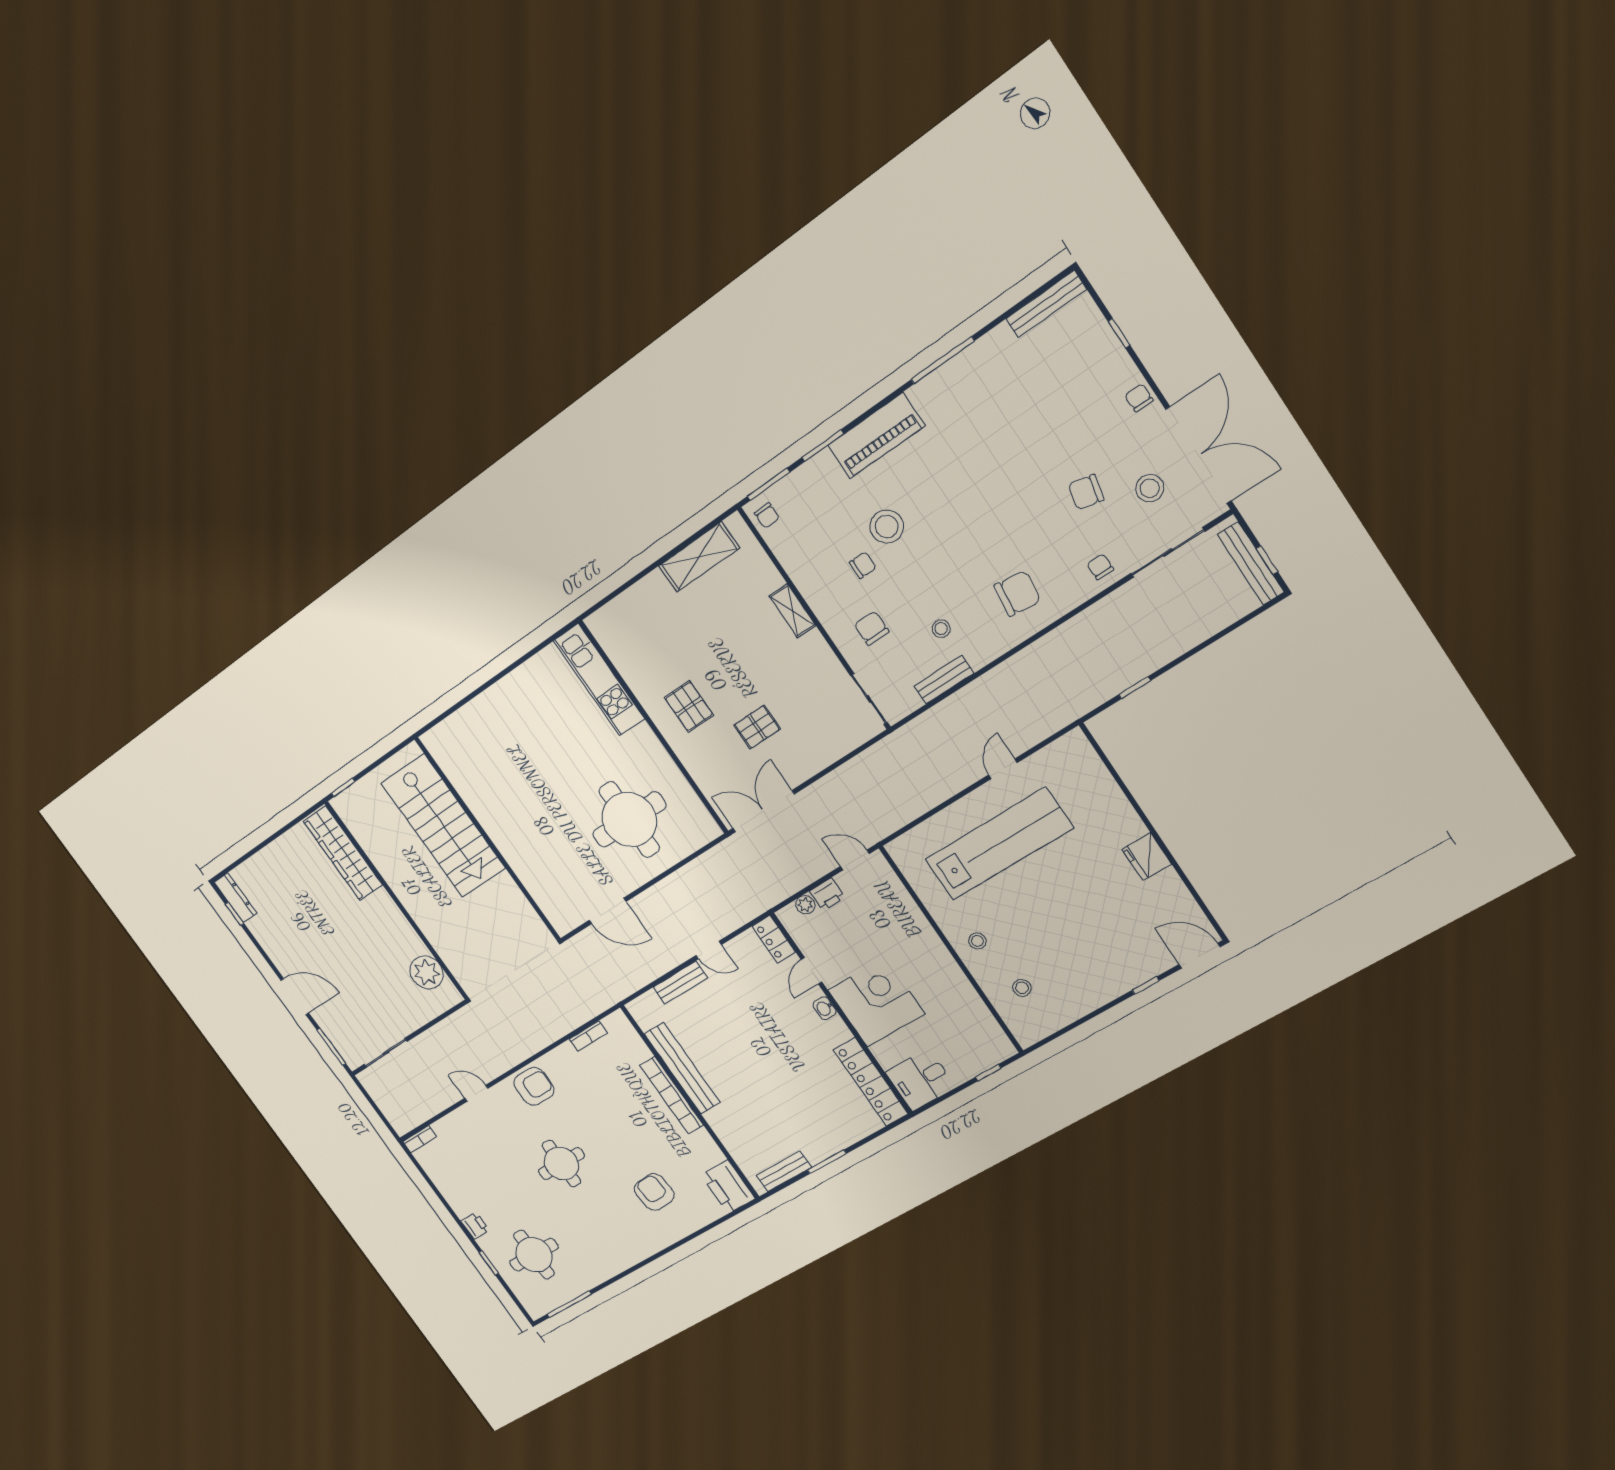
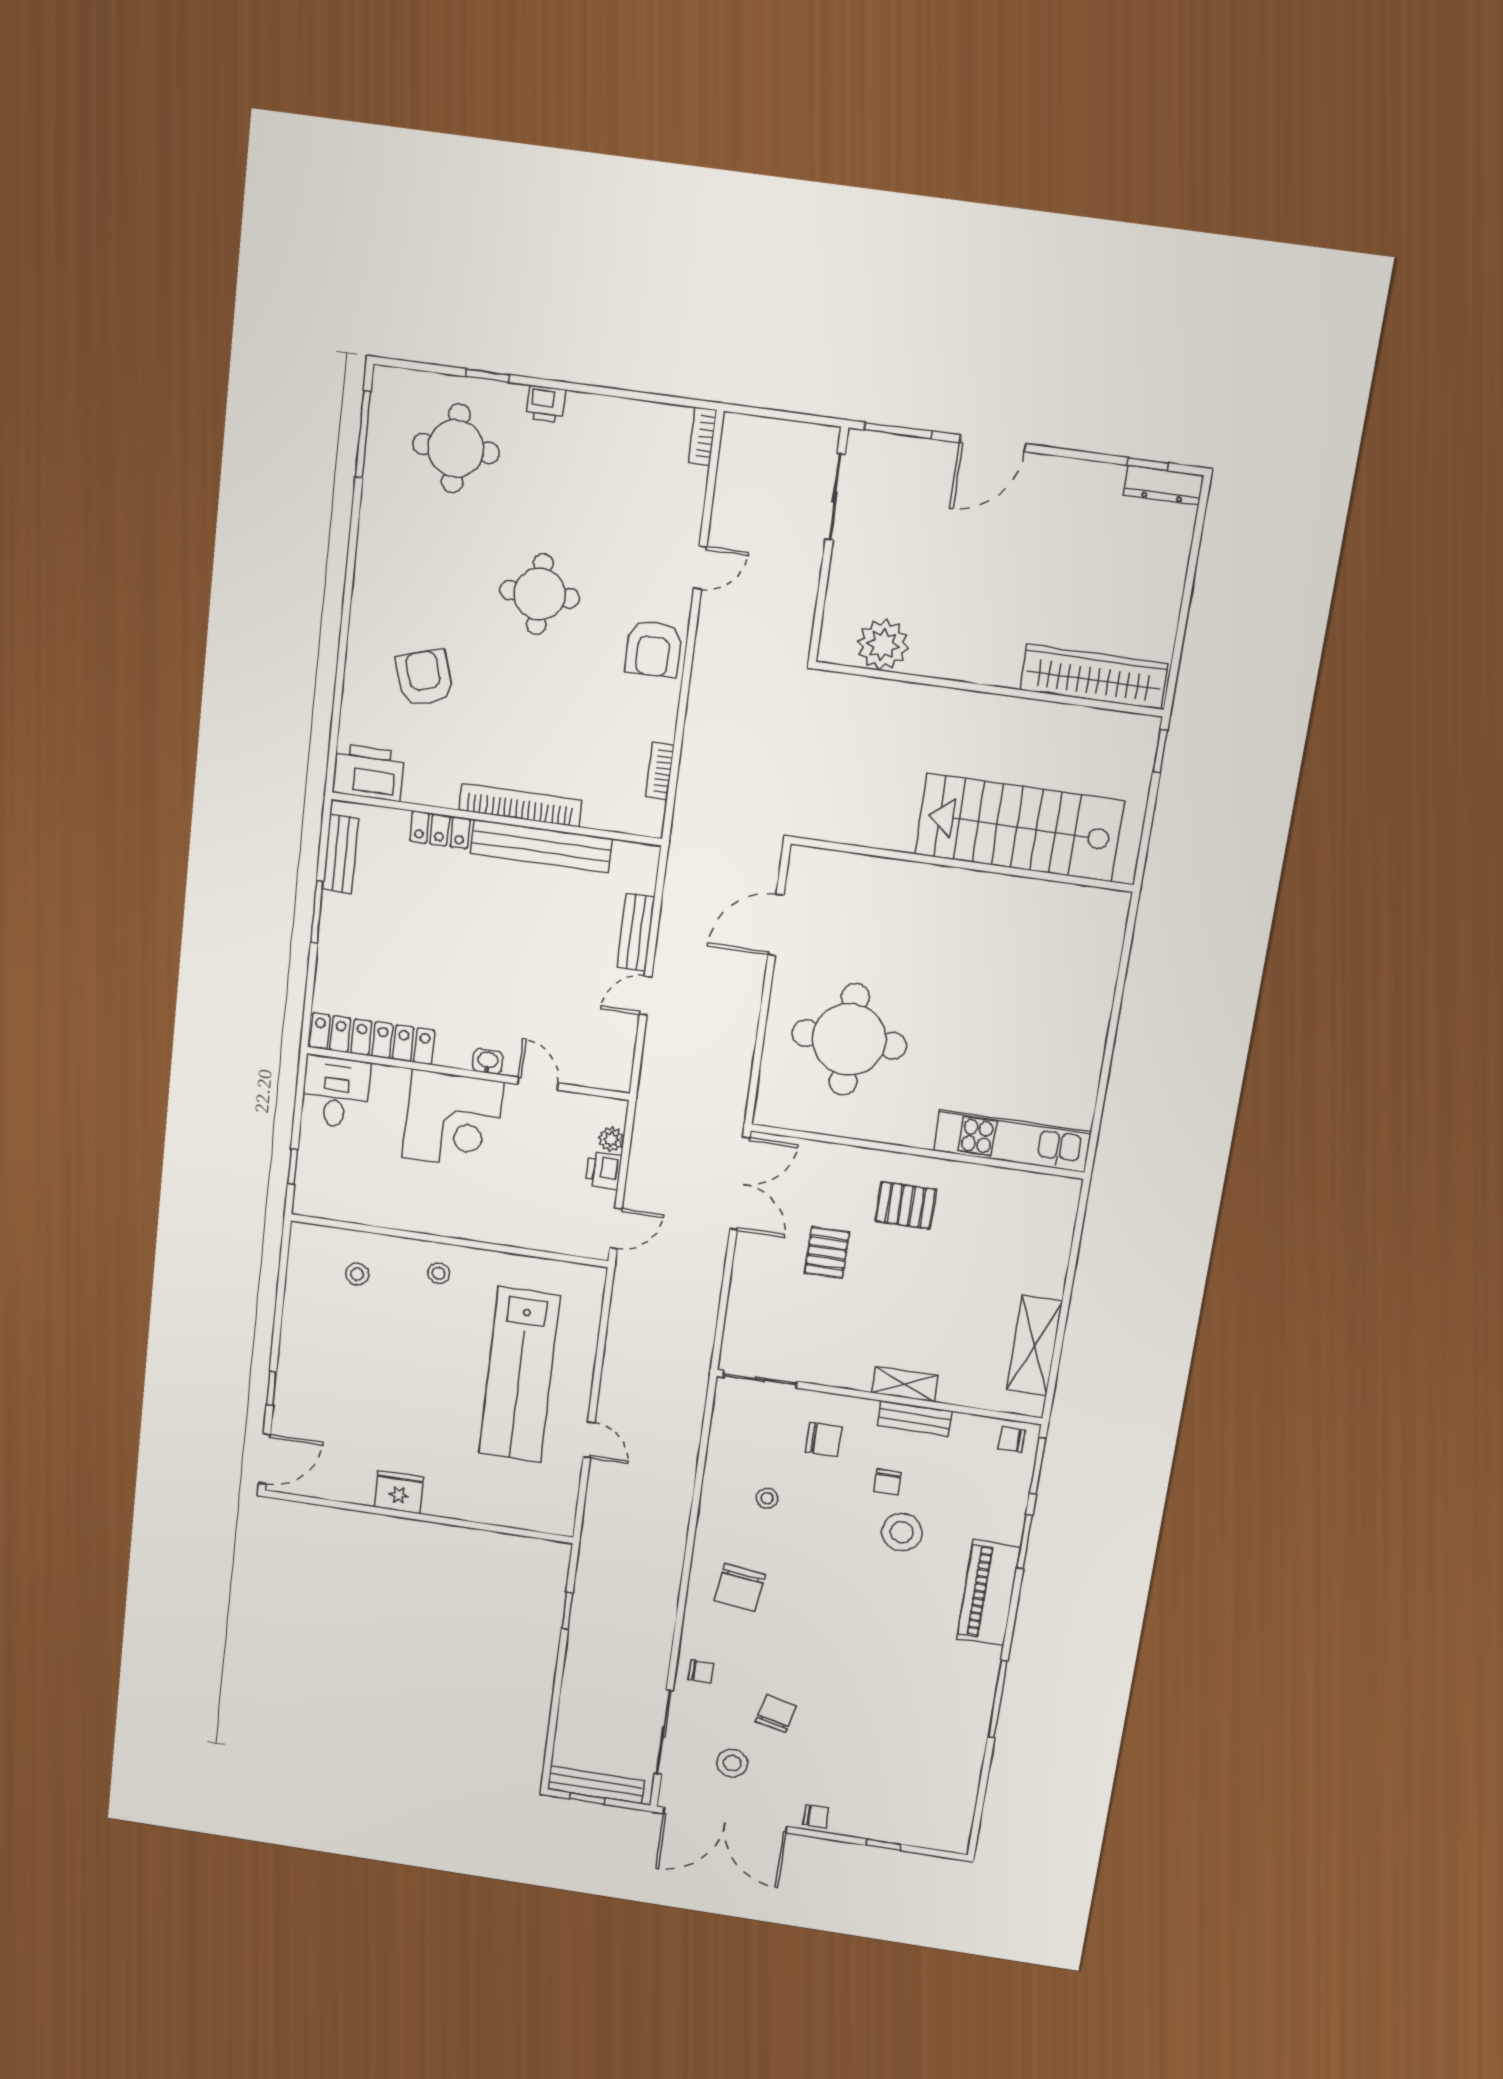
bench: (1046, 304) -> (962, 1813), removed
bench: (944, 680) -> (915, 1418), moved, turned 90
locker: (774, 939) -> (440, 830), moved, turned 180
armchair: (654, 1192) -> (424, 678), turned -102

